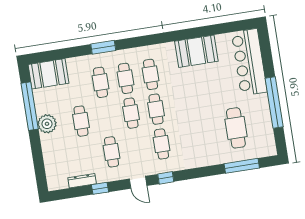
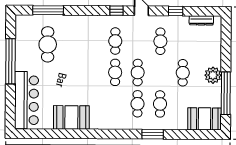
cafe table: (151, 74) -> (115, 104), removed
dresser: (82, 181) -> (201, 20), moved

